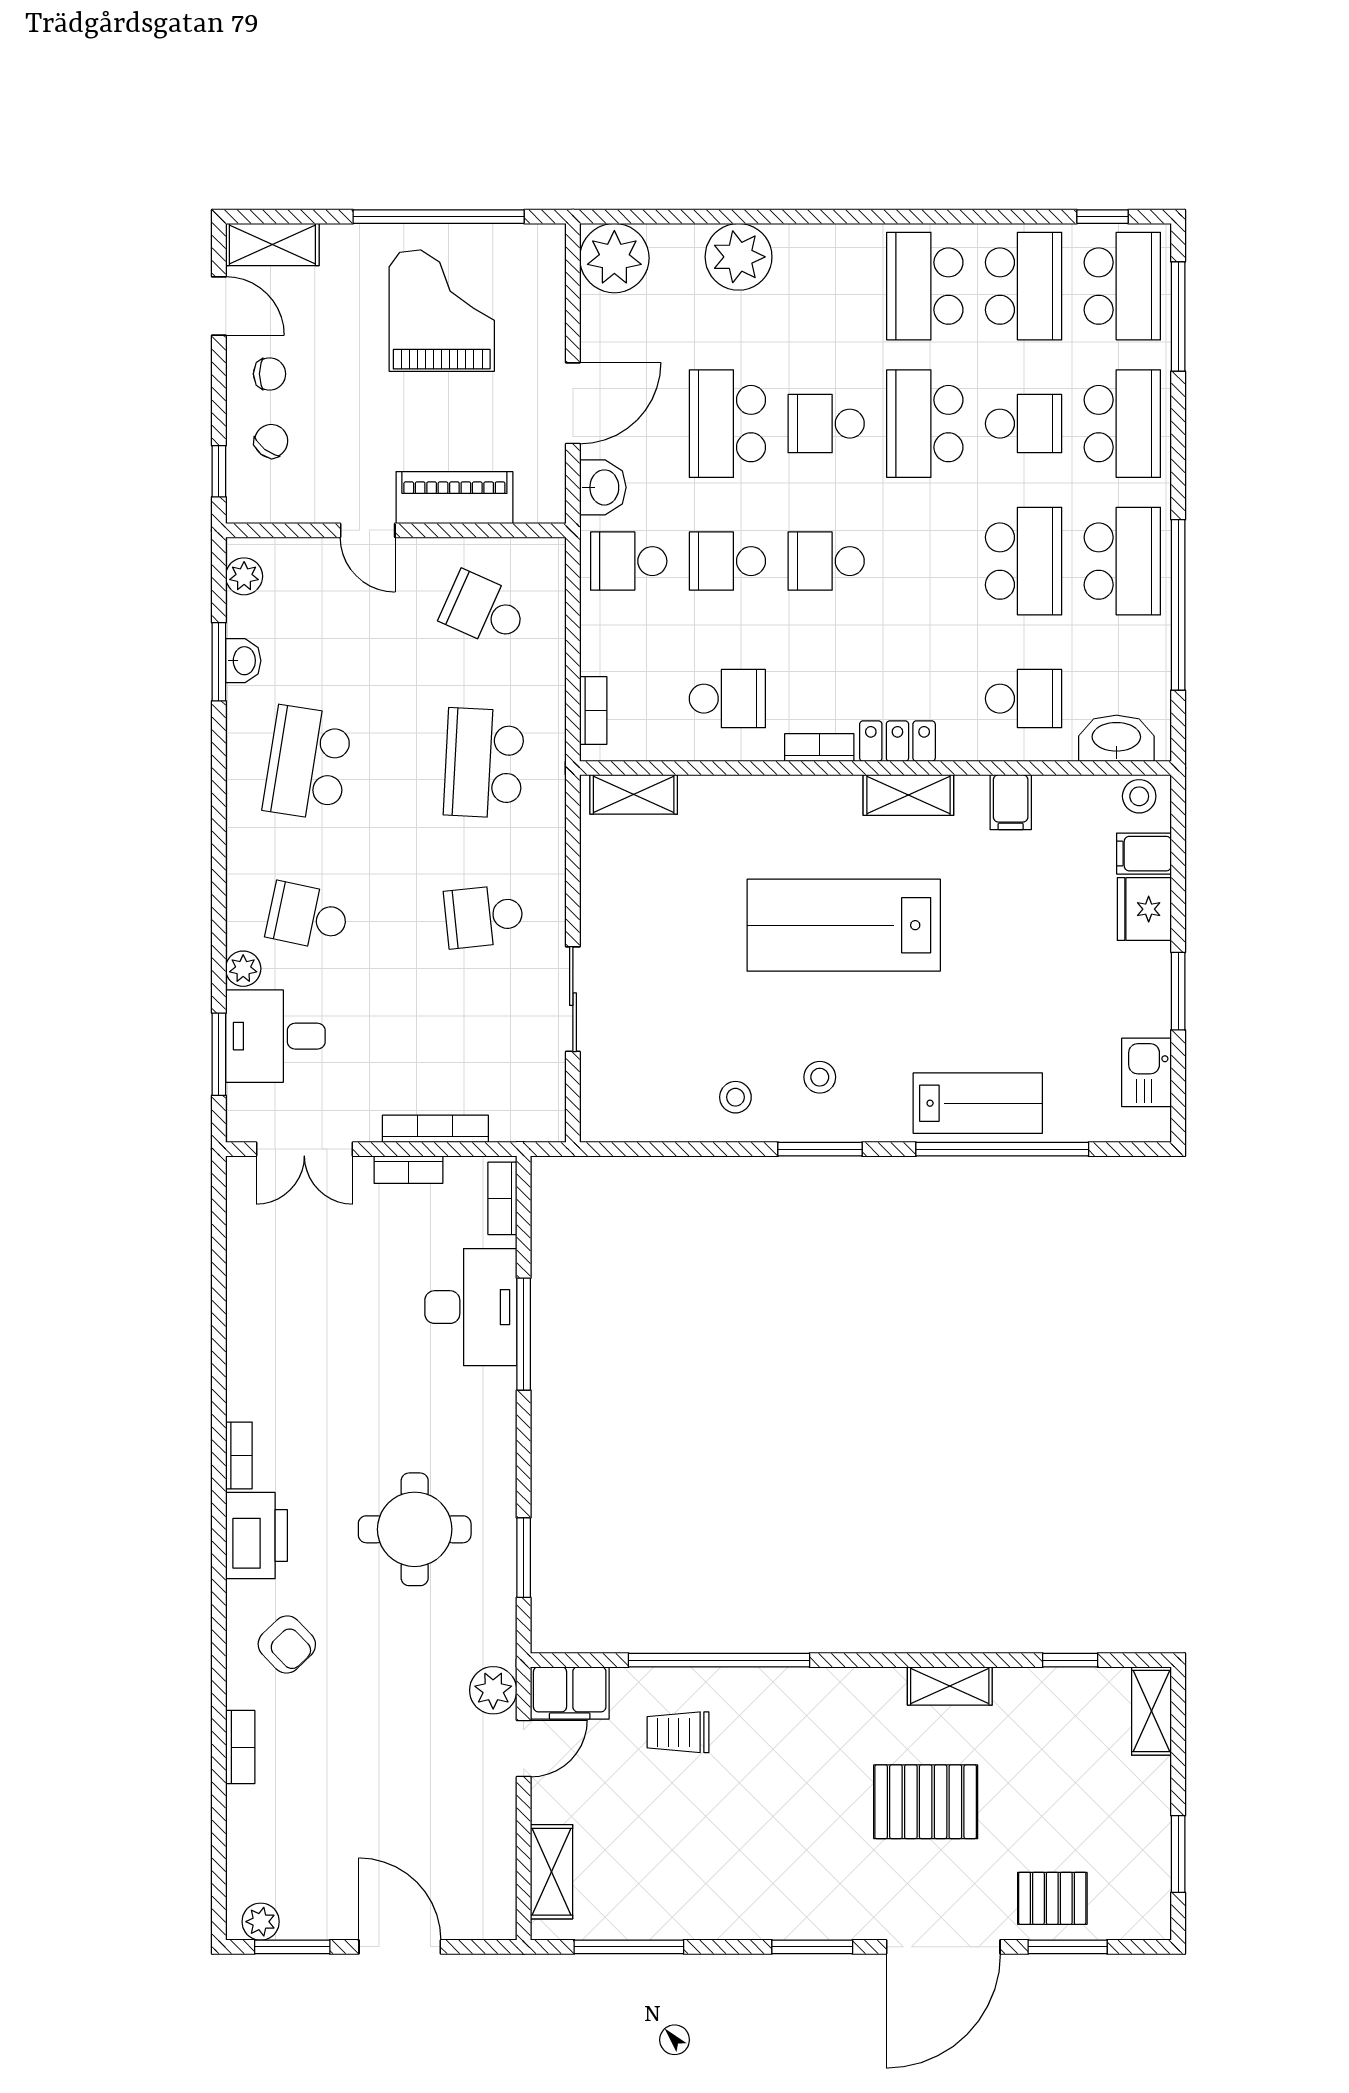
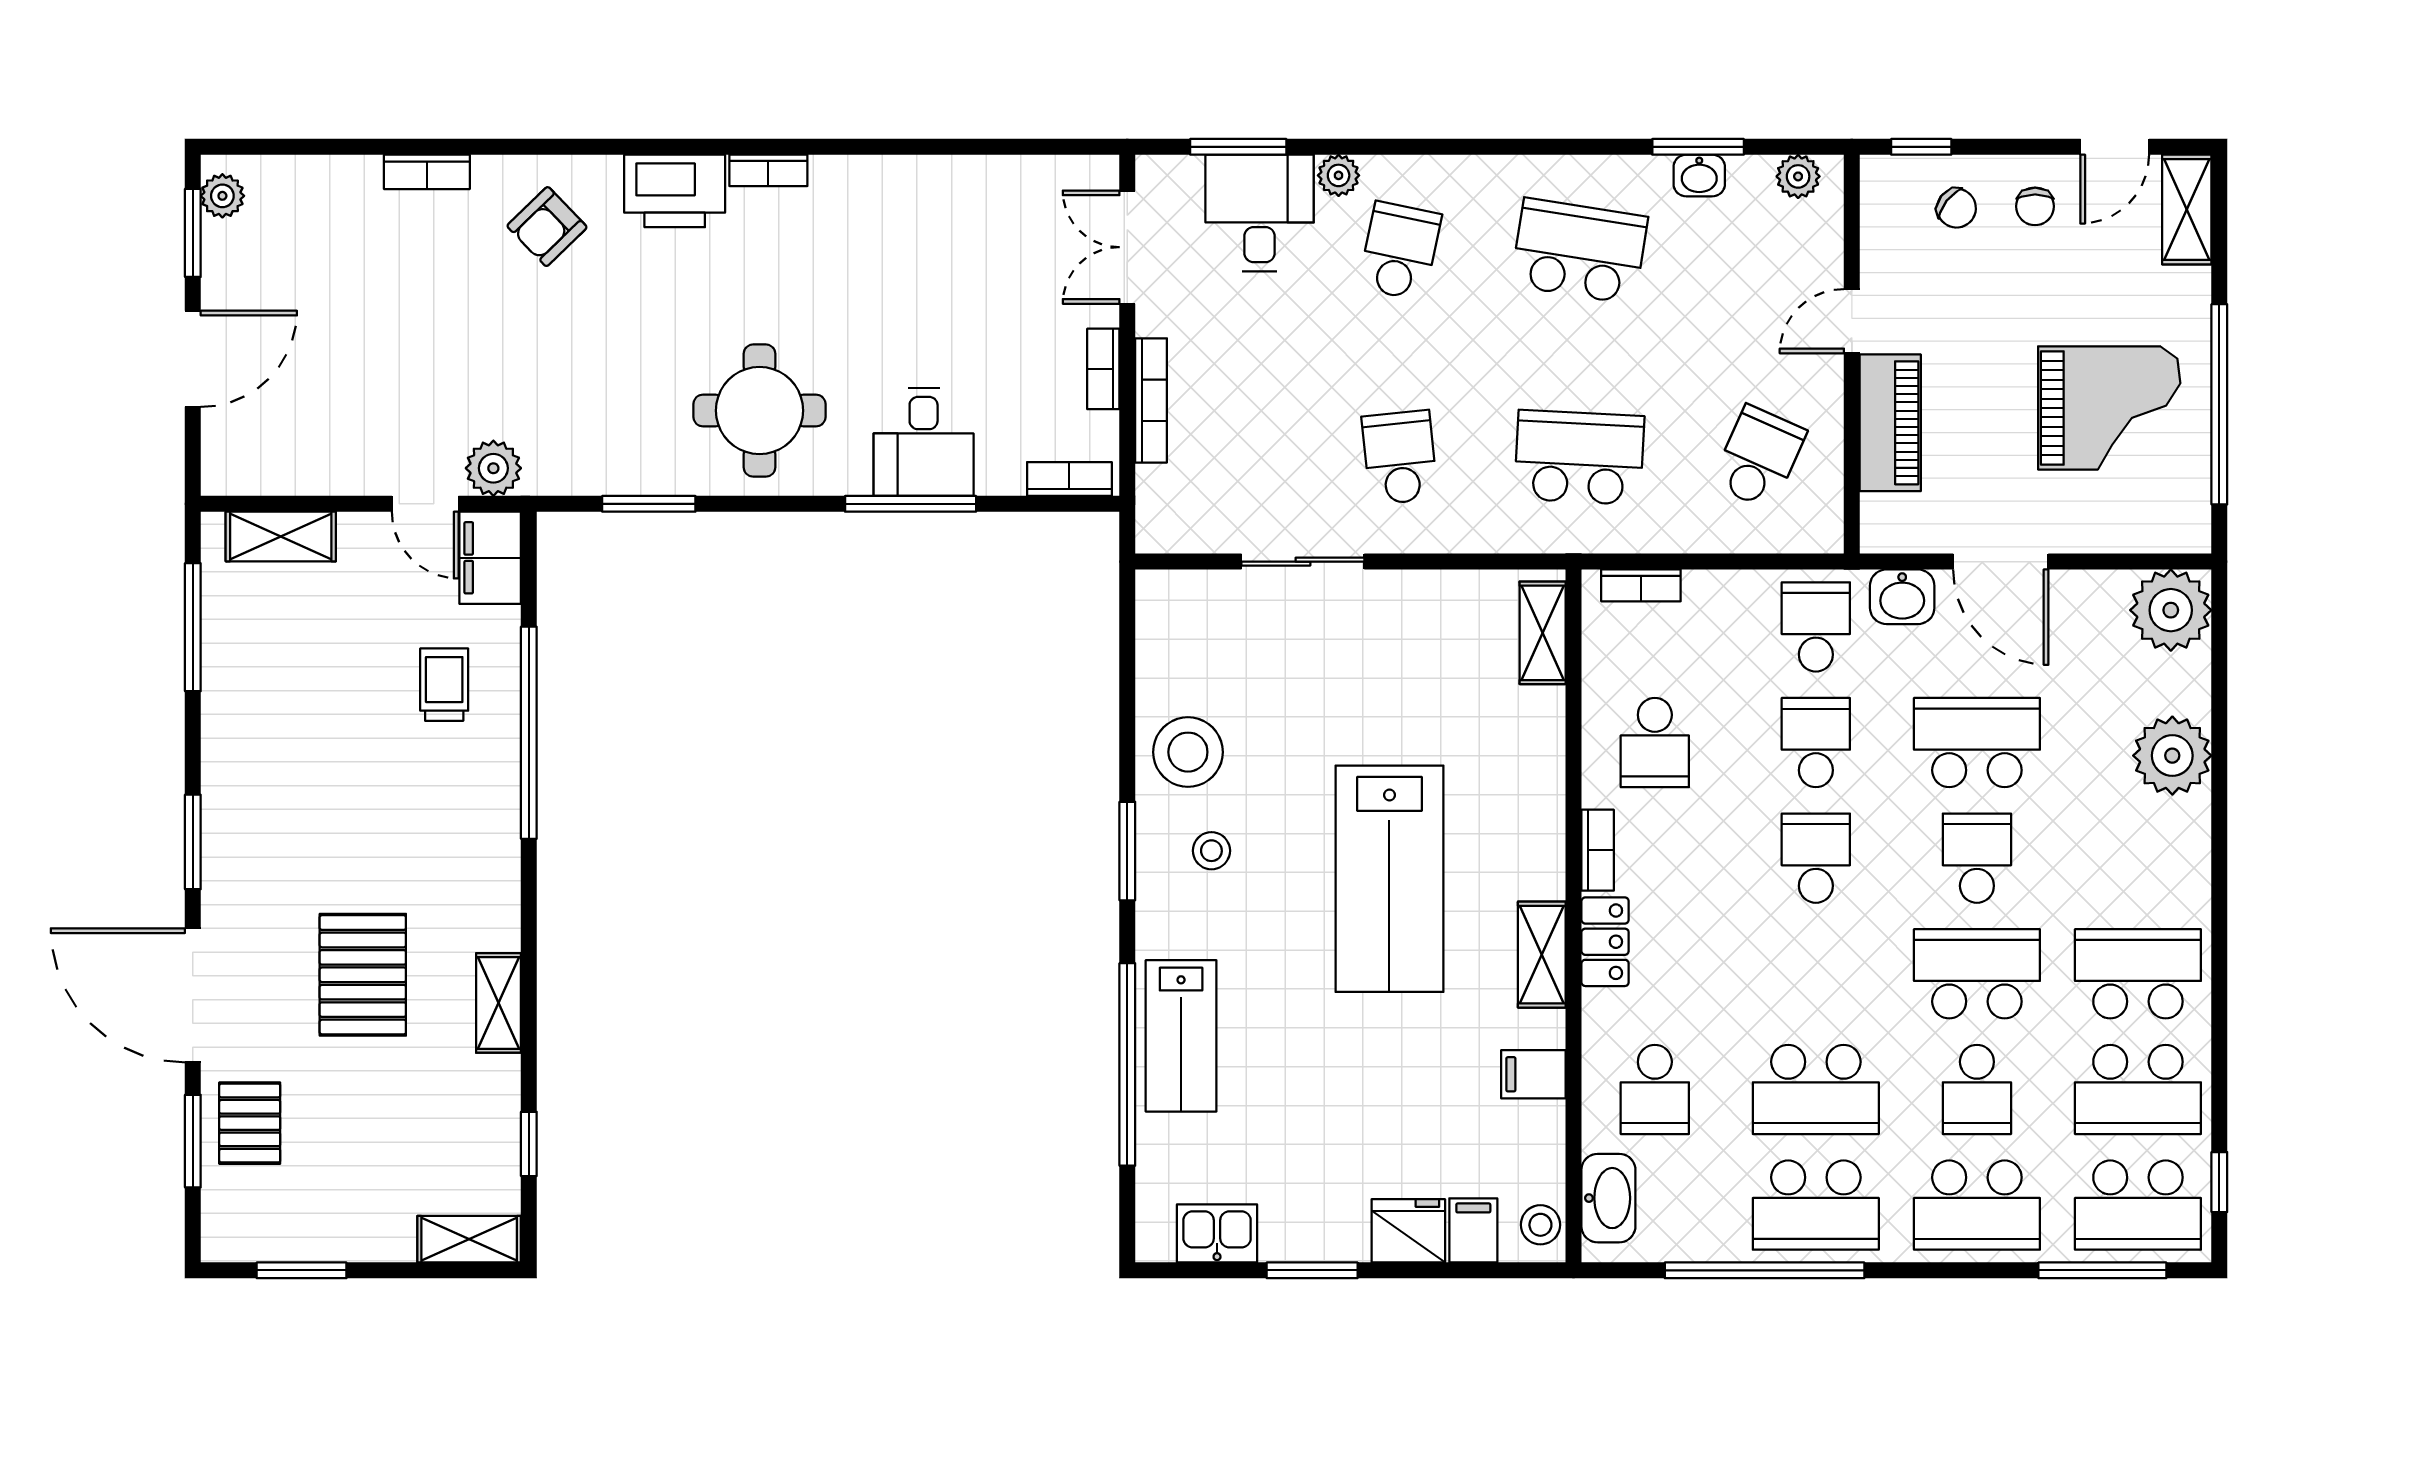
lab bench: (844, 925) -> (1389, 879), turned 180
stool: (735, 1097) -> (1188, 752), width x1.89, depth x1.89
desk: (471, 1307) -> (924, 442), width x0.73
round table: (415, 1529) -> (759, 411), moved

